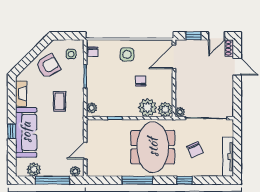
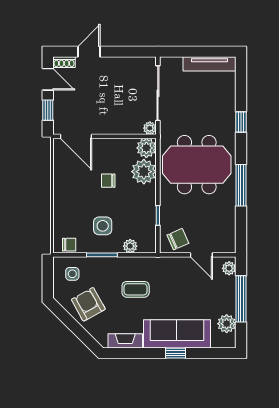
side table: (127, 54) -> (103, 226), moved
plant: (92, 108) -> (130, 246), moved
chair: (195, 150) -> (178, 239), moved

